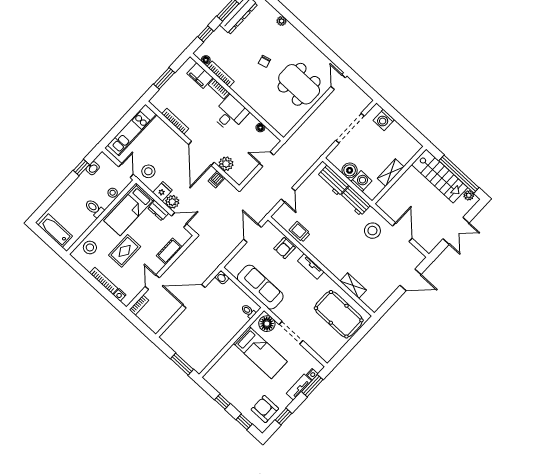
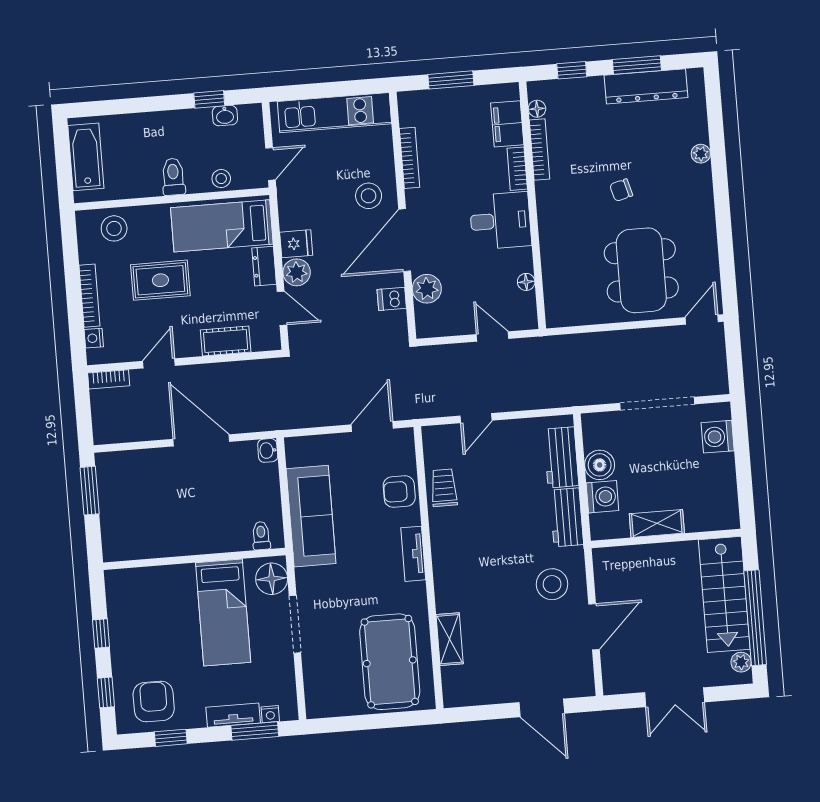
stool: (148, 171) -> (369, 196), moved
window: (182, 364) -> (90, 491), moved

